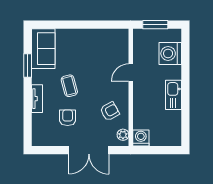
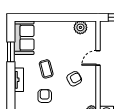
plant: (110, 37) -> (80, 27), added
armchair: (110, 111) -> (74, 79), moved

